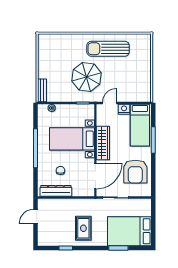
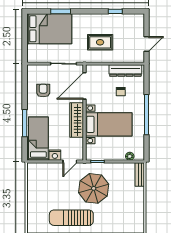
sun lounger: (108, 49) -> (71, 218), turned 180
armchair: (135, 172) -> (43, 90), width x0.53, depth x0.53
rug: (83, 228) -> (100, 42), moved, turned 90

